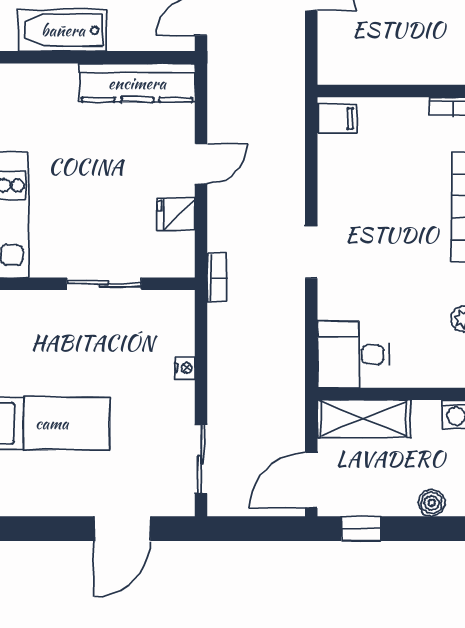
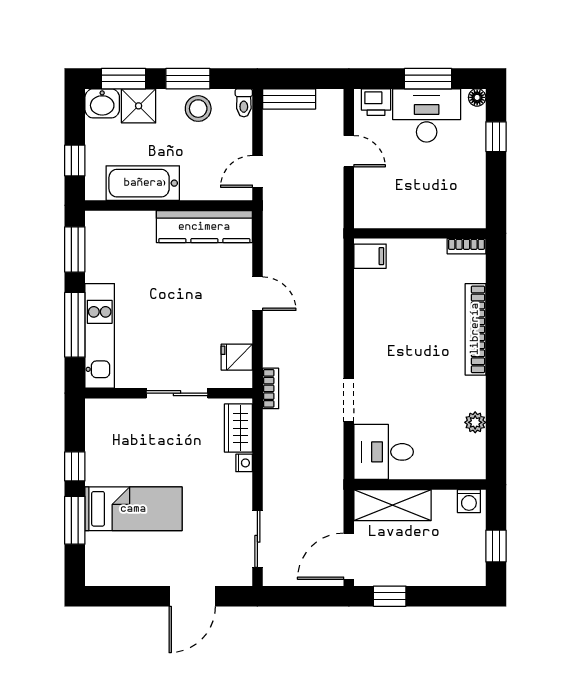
door: (201, 164) -> (257, 294), hinge flipped
fridge: (176, 214) -> (237, 357), moved
doorway: (311, 252) -> (349, 400), moved
wardrobe: (178, 326) -> (238, 428), added
boiler: (432, 503) -> (449, 575), removed

